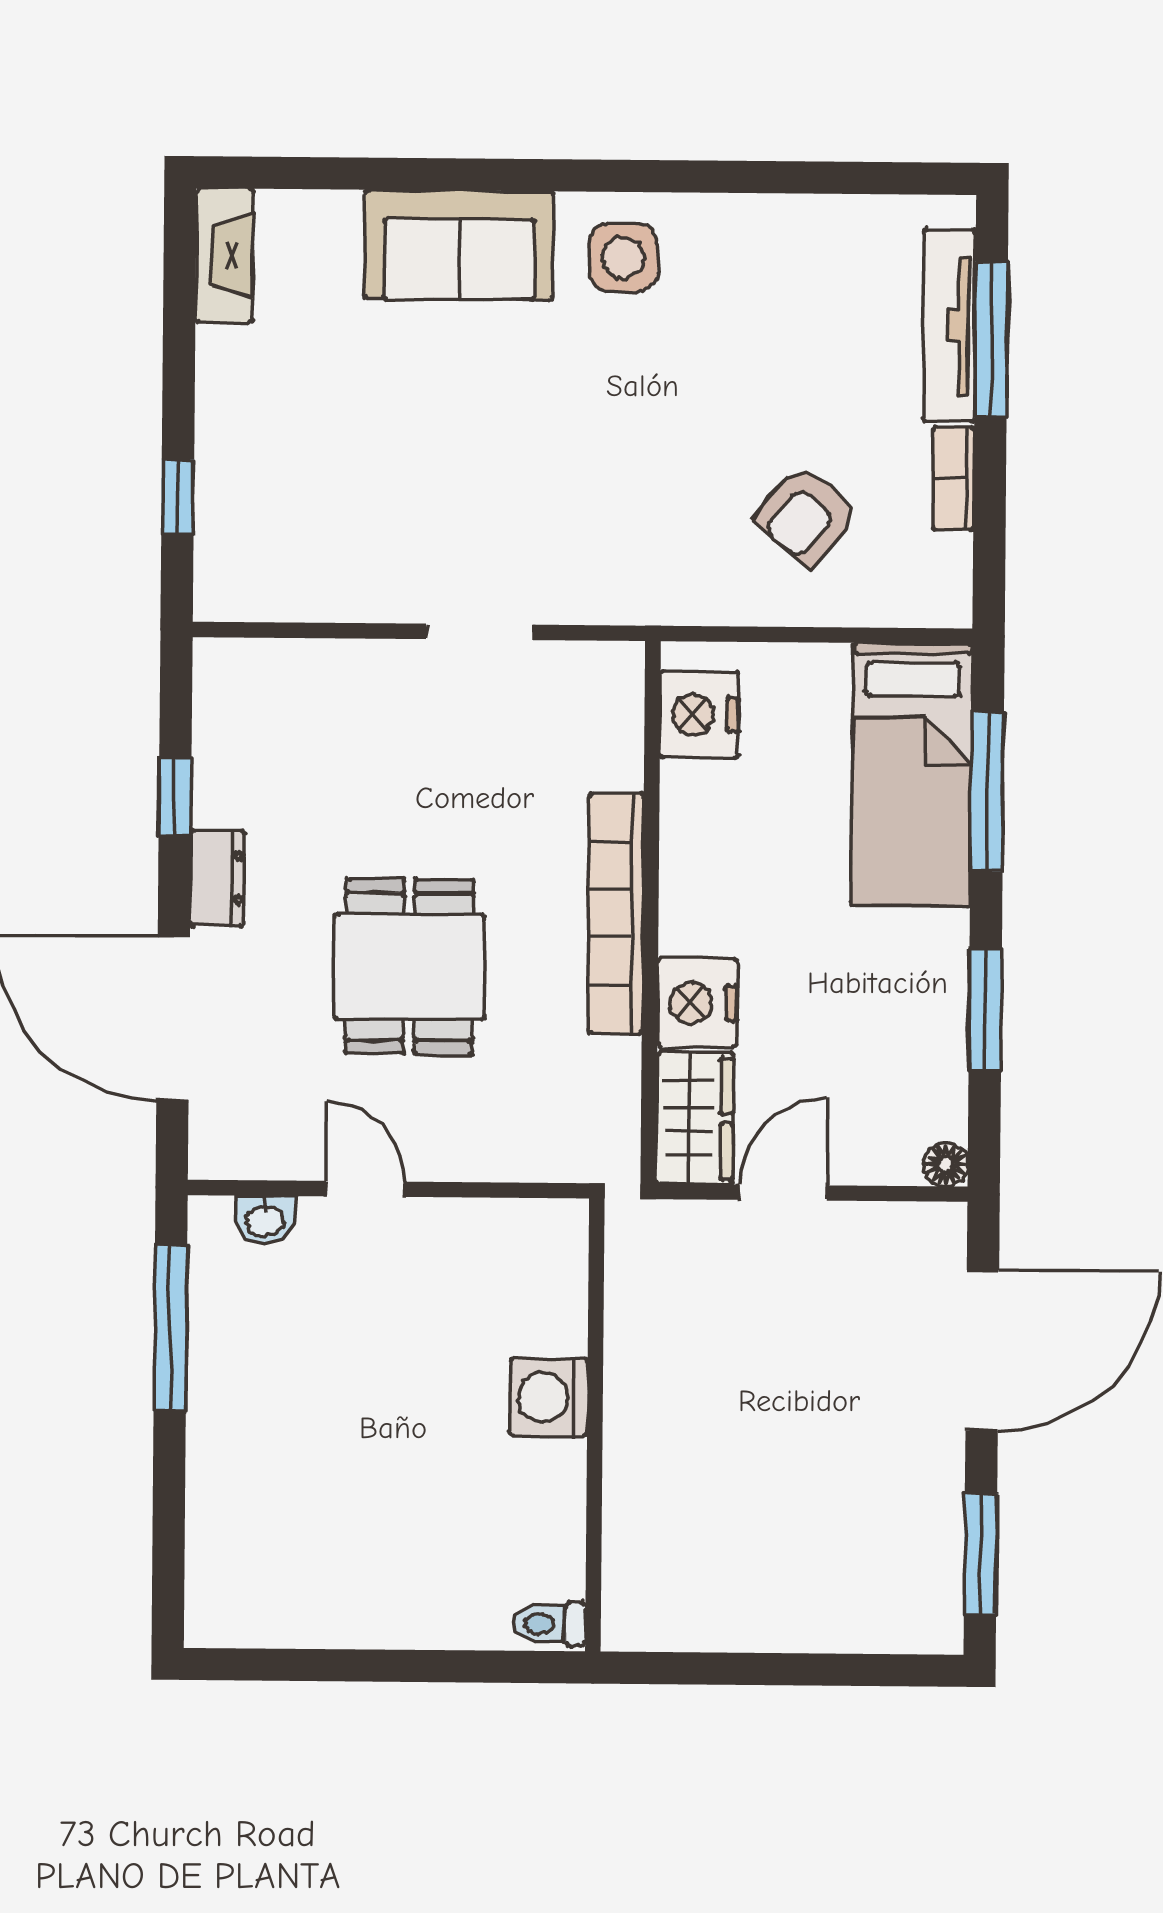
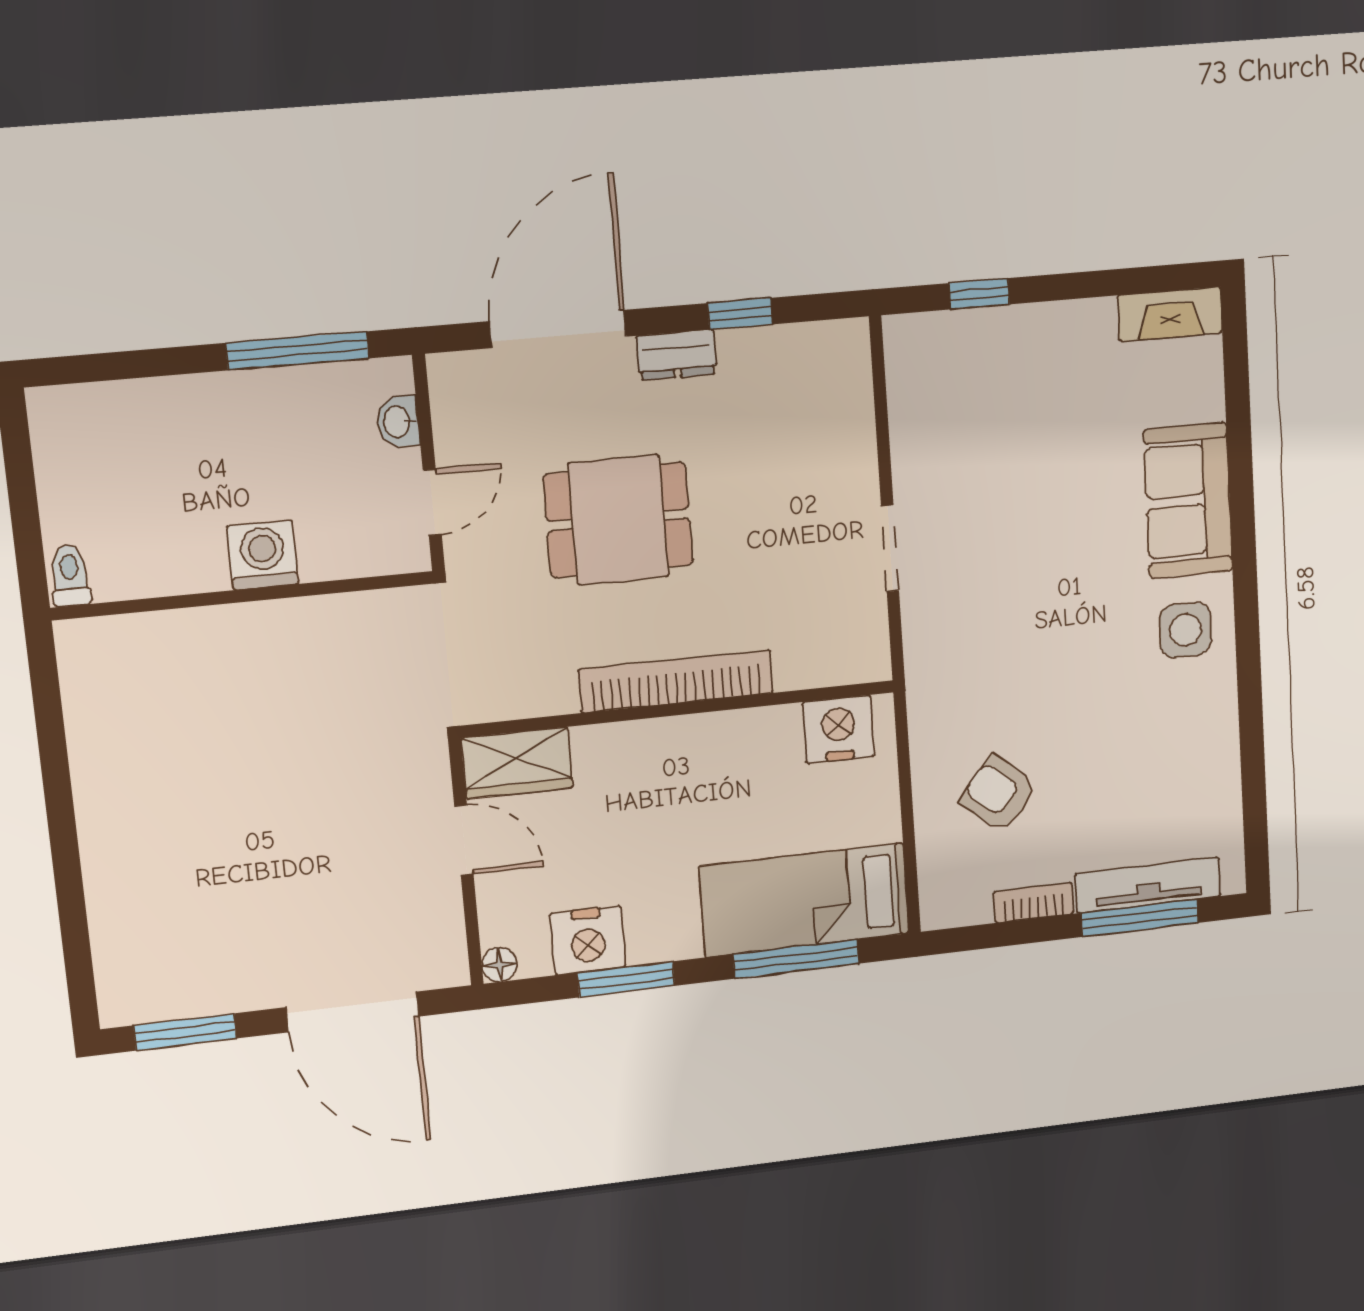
nightstand: (697, 1003) -> (588, 940), moved, turned 180
washing machine: (549, 1397) -> (263, 555), moved
wall: (595, 1425) -> (244, 596), moved
toilet: (549, 1624) -> (70, 575), moved

